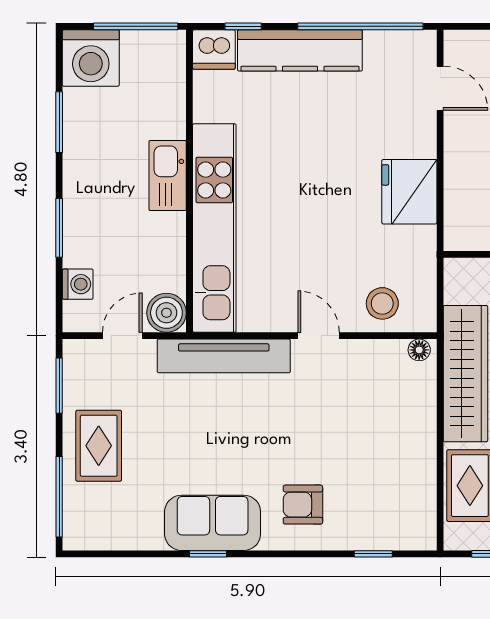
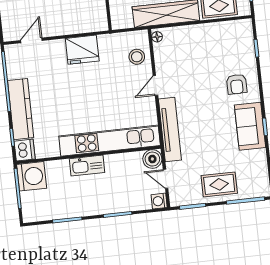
washing machine: (91, 58) -> (32, 176), moved
washing machine: (78, 284) -> (159, 201), moved, turned -90

